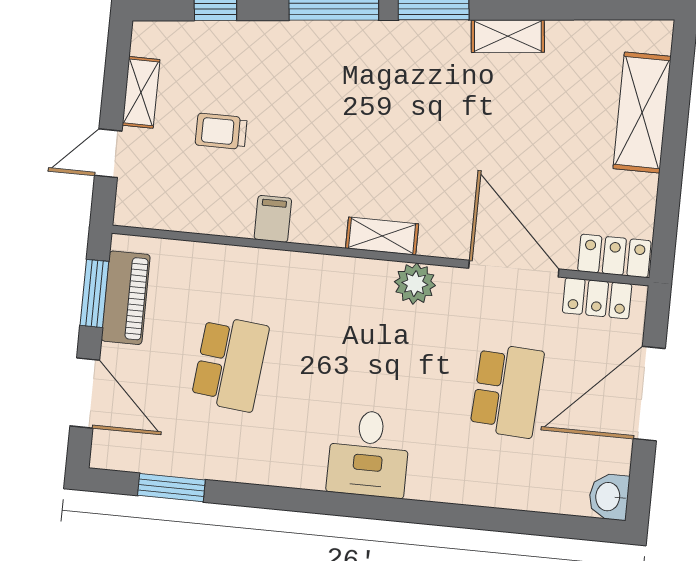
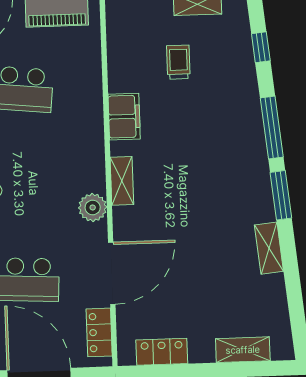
shelving: (642, 113) -> (243, 350), width x0.67, depth x0.75
filing cabinet: (273, 219) -> (124, 117), width x2.00
locker: (614, 256) -> (162, 352), moved, turned -90

